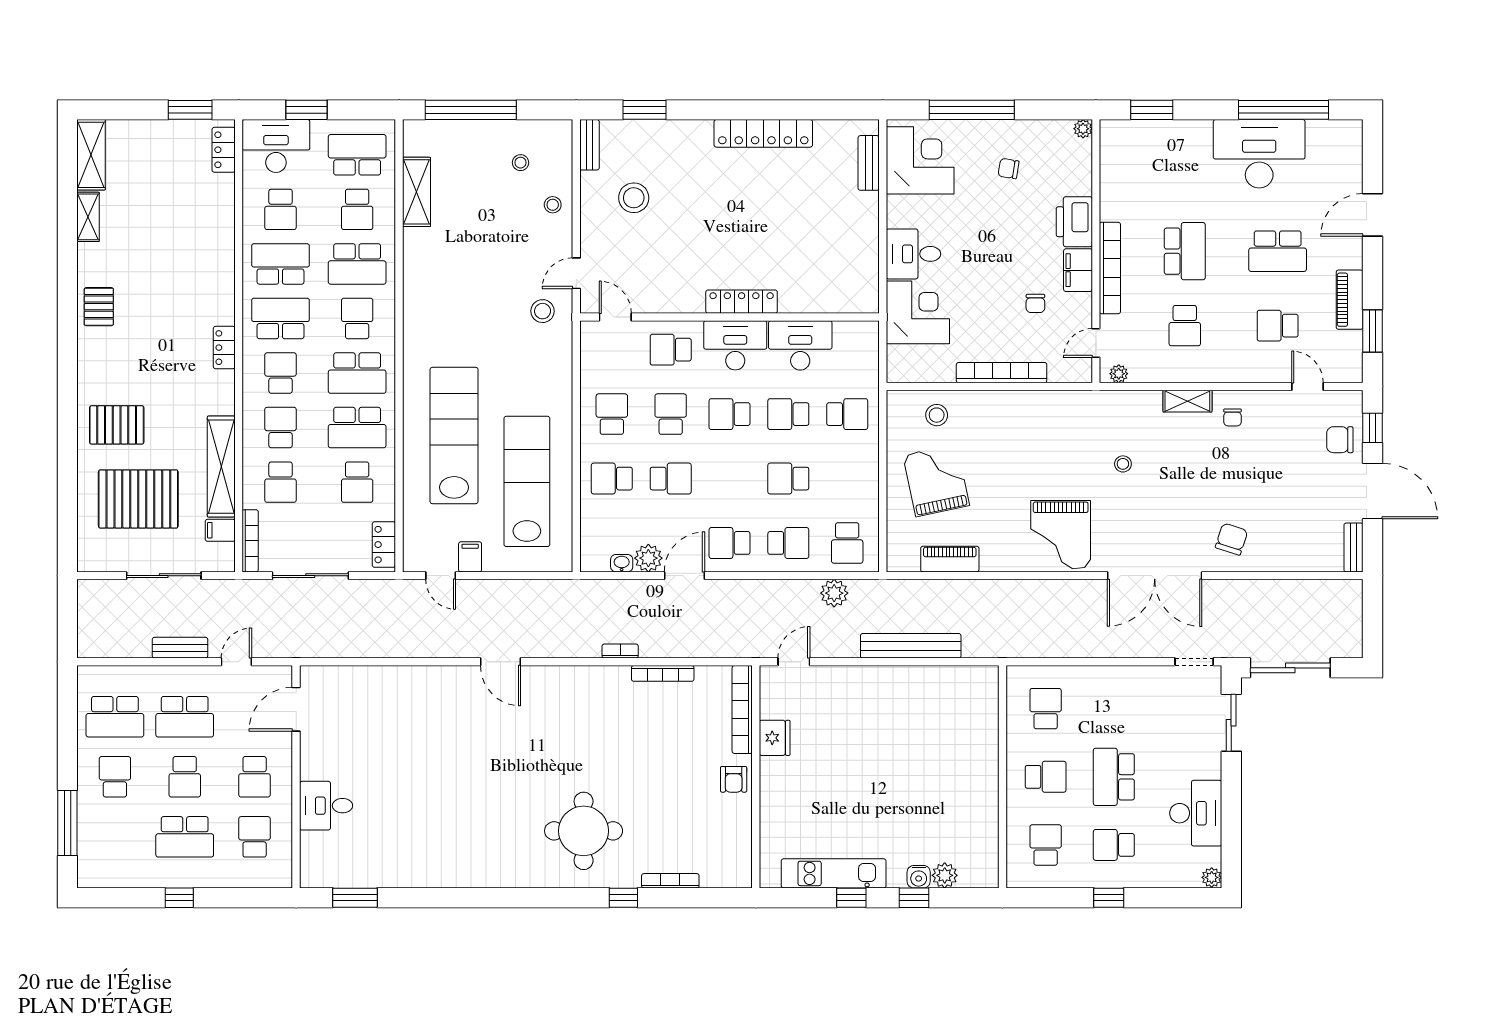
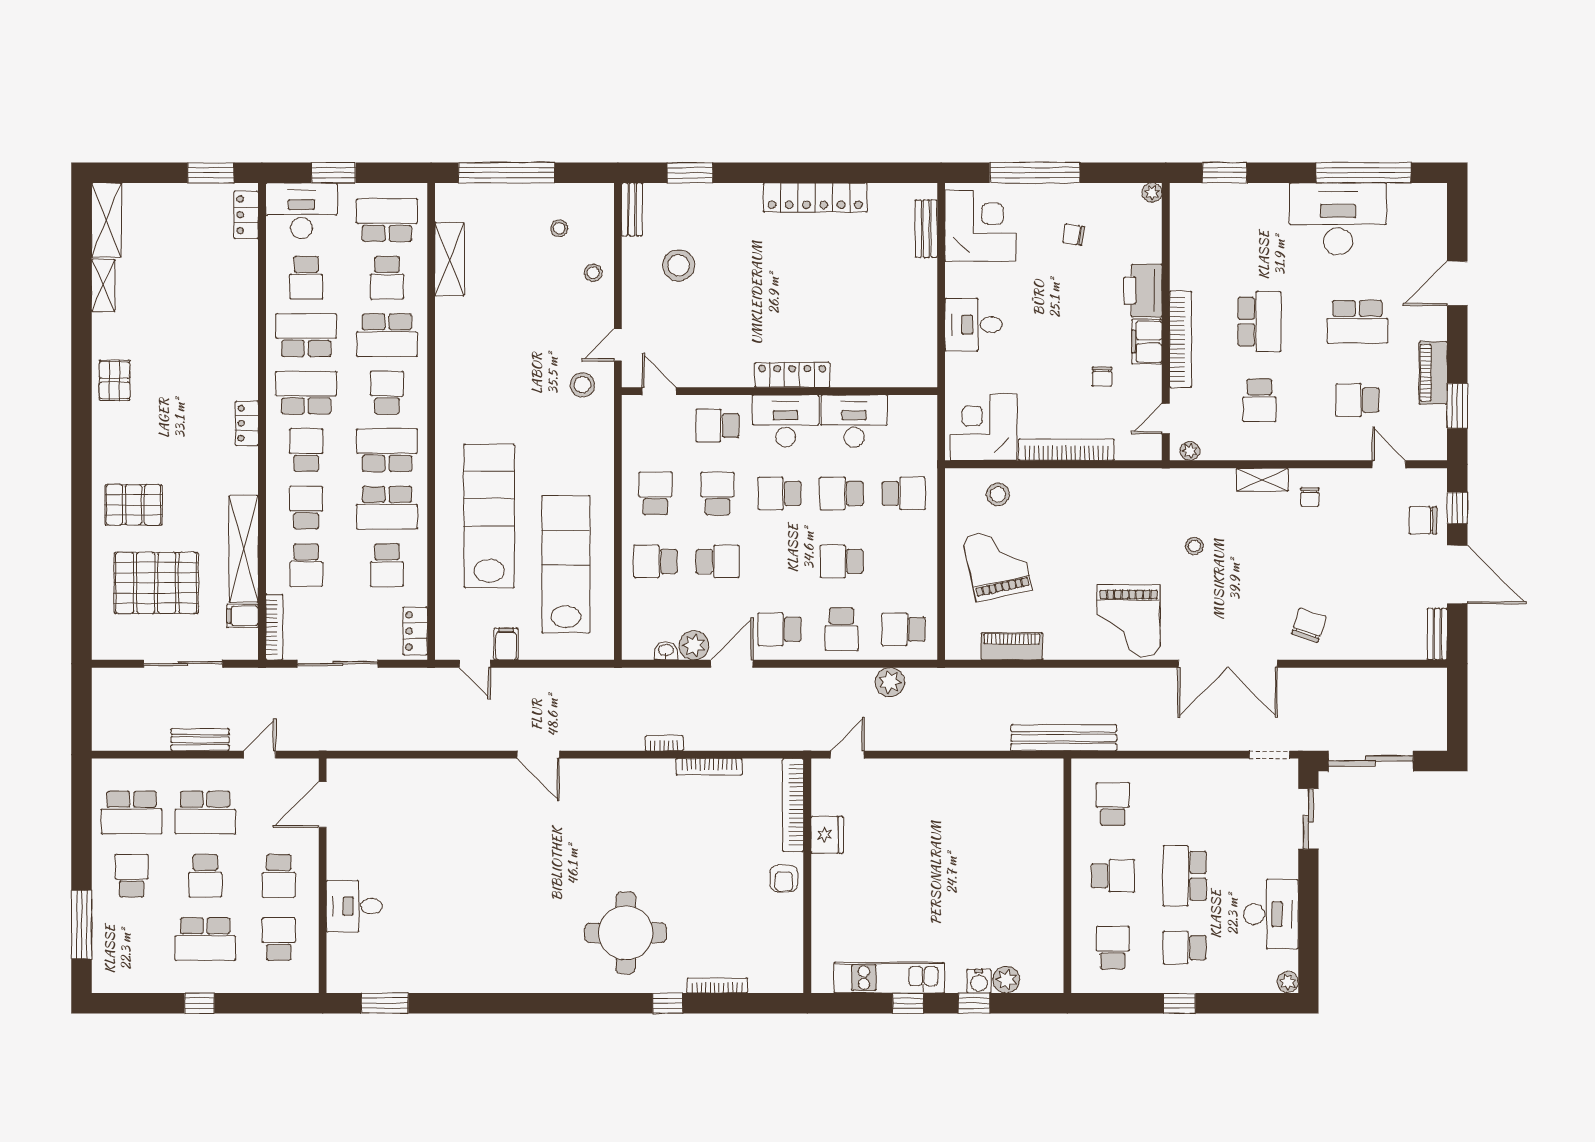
corner desk: (918, 312) -> (984, 427), moved, turned -90
school desk: (357, 373) -> (387, 450), turned 180
school desk: (788, 543) -> (842, 629), turned 90
school desk: (847, 543) -> (904, 629), turned 90
bench: (911, 646) -> (1064, 738), moved

